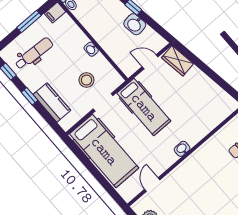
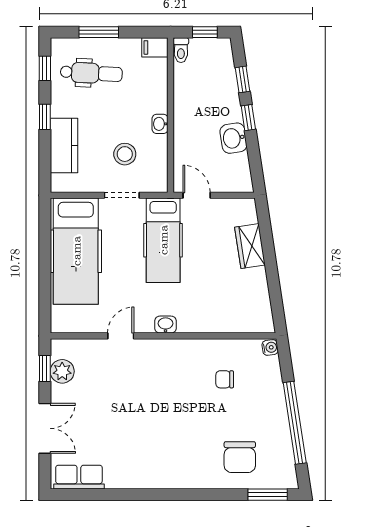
window: (29, 22) -> (99, 32), moved
wardrobe: (178, 61) -> (250, 246), moved
door: (150, 62) -> (197, 195), moved
door: (152, 185) -> (121, 336), moved

